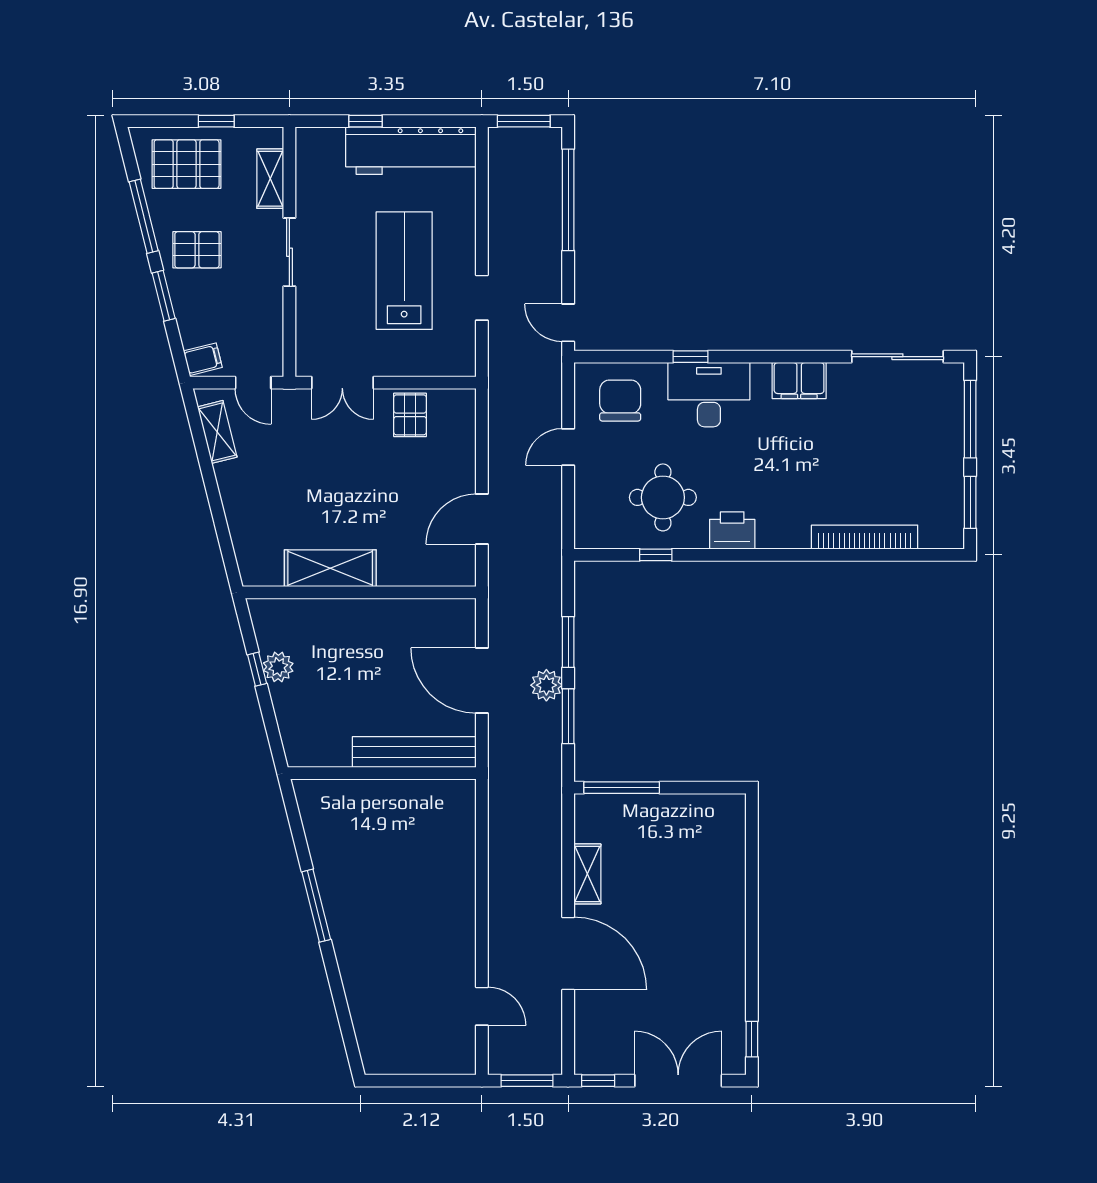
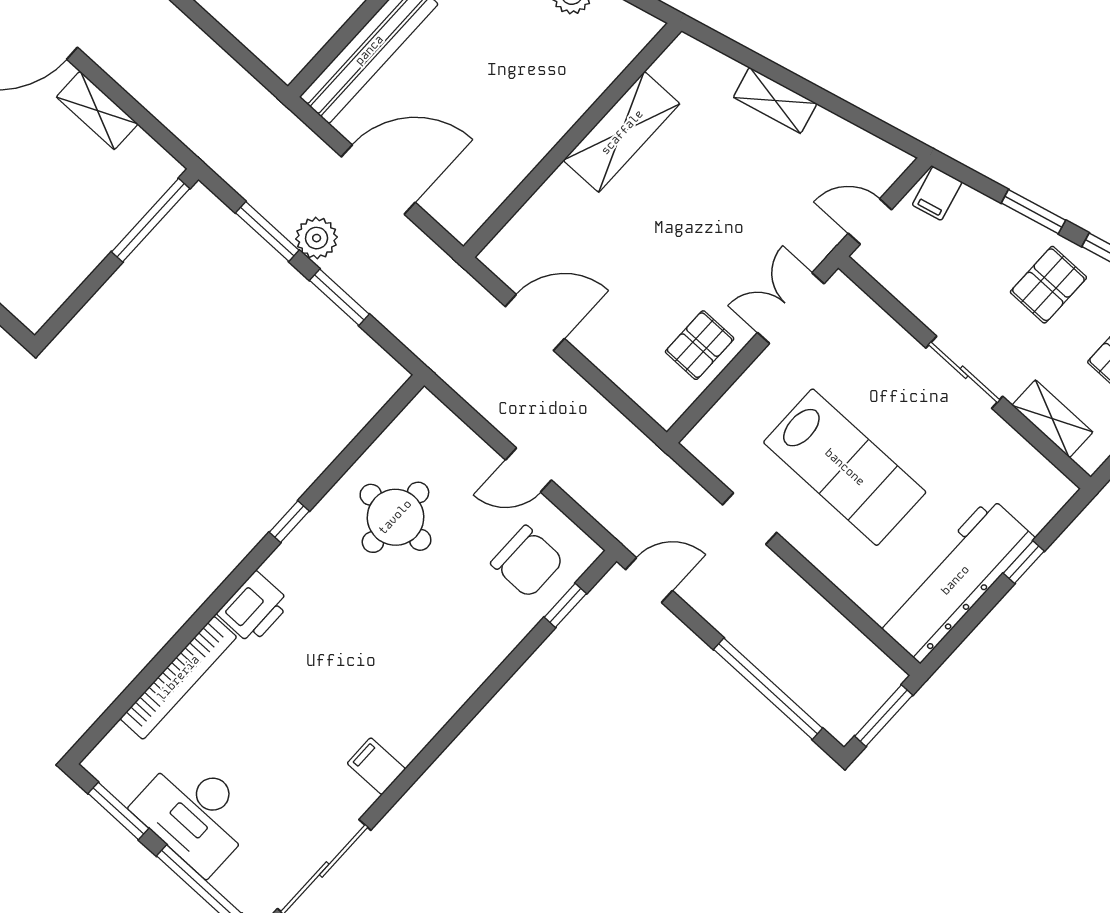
window: (691, 357) -> (565, 605), moved
filing cabinet: (799, 381) -> (376, 766), width x0.50
desk: (709, 395) -> (195, 813), moved, turned 90
pallet: (410, 415) -> (700, 345), turned 90
shelving: (217, 432) -> (775, 100), moved
door: (568, 447) -> (529, 470), swing flipped
door: (482, 519) -> (535, 323), hinge flipped
printer: (732, 530) -> (254, 608), moved
window: (656, 555) -> (289, 522), moved

